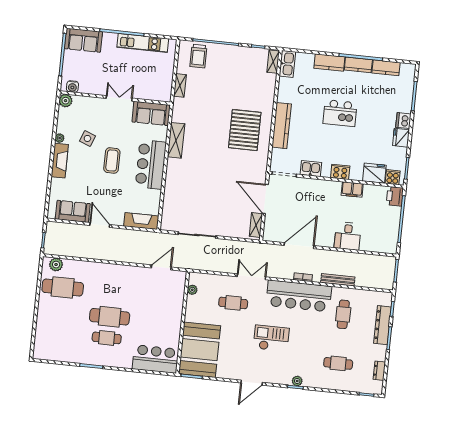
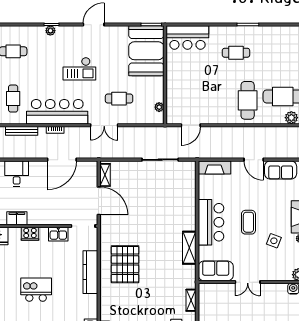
cafe table: (110, 317) -> (248, 100), moved, turned 90

